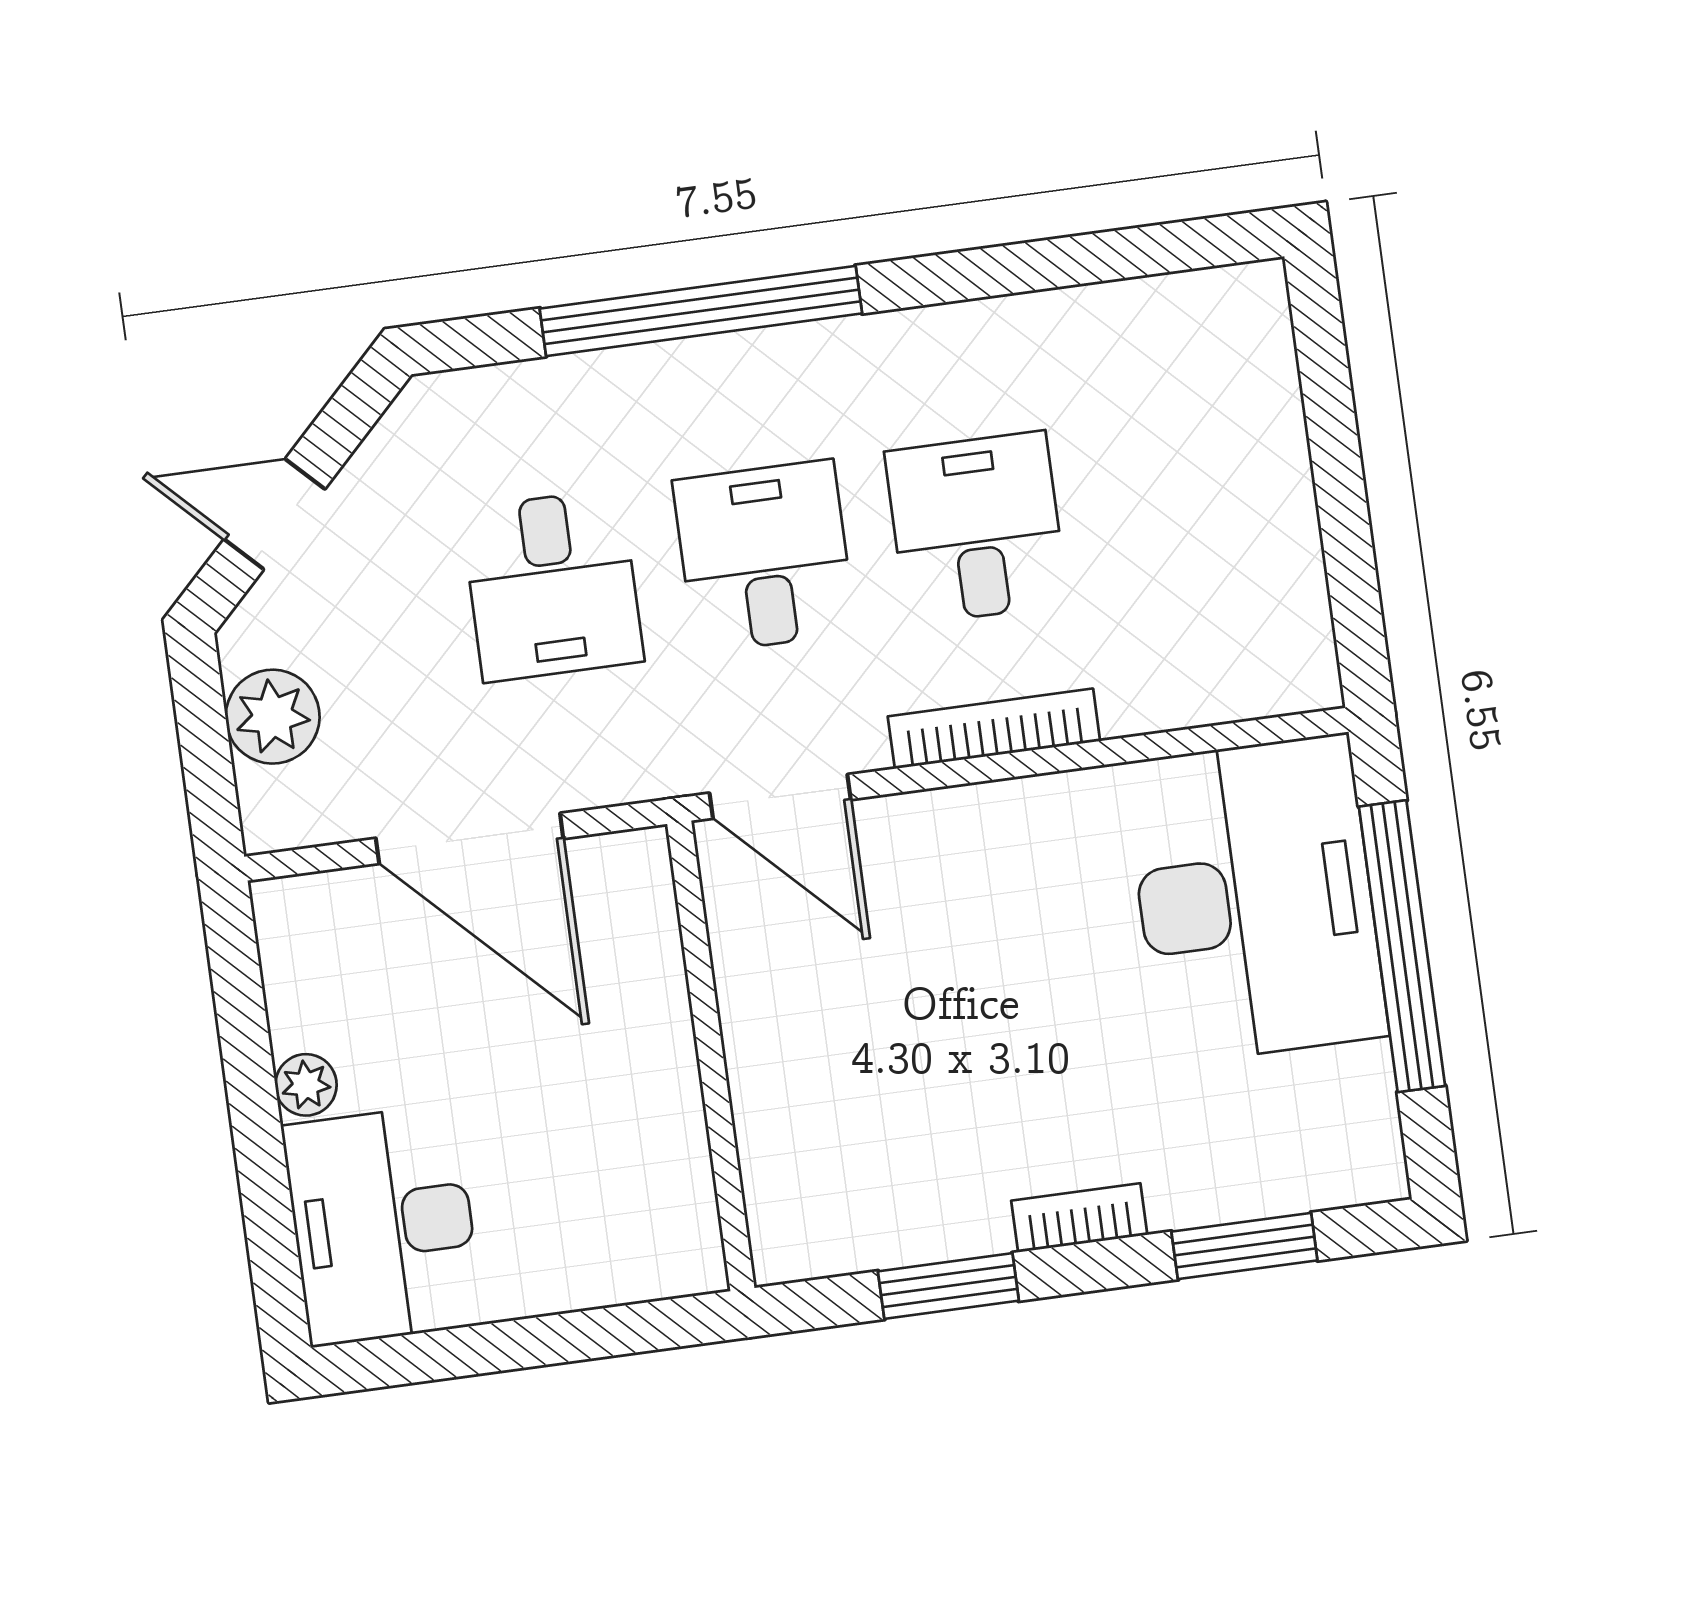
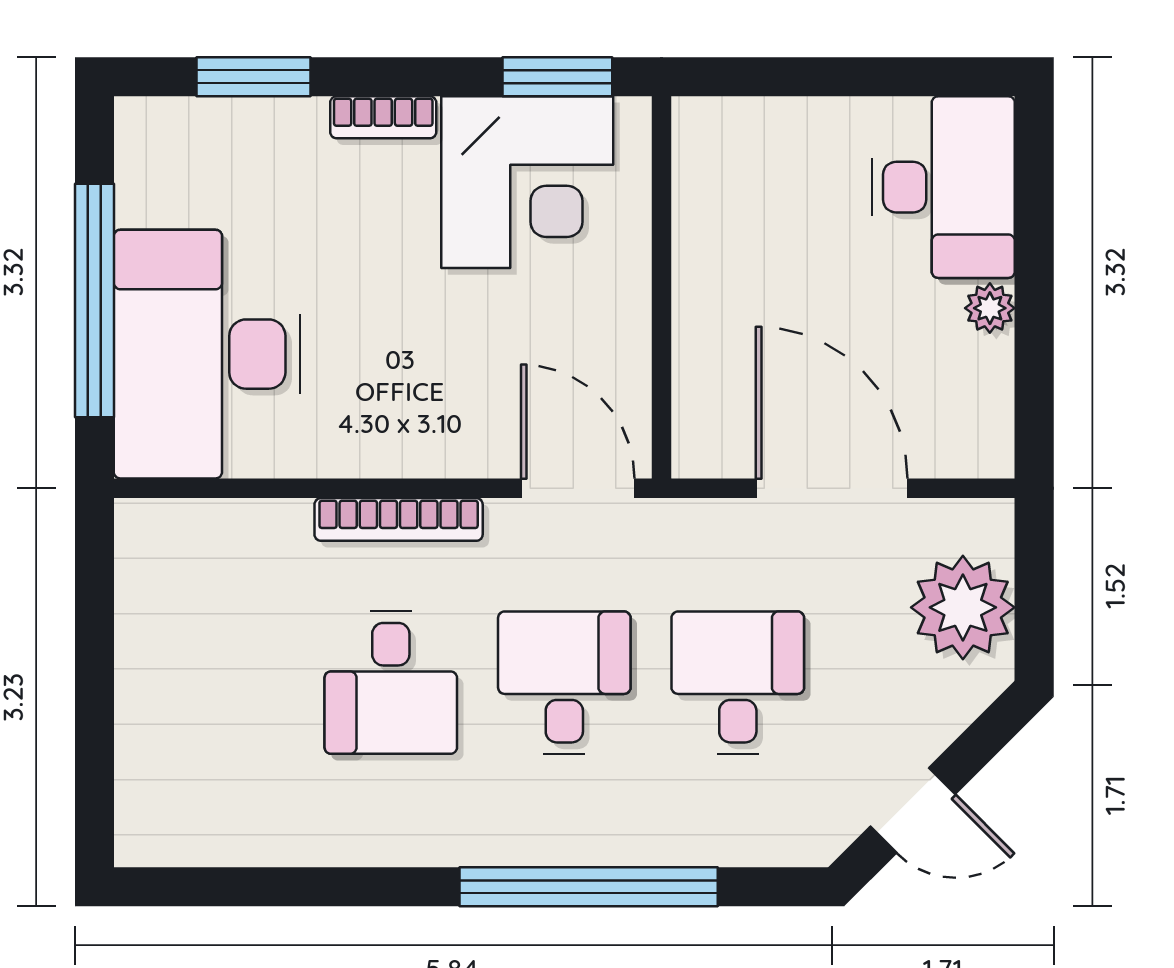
door: (275, 514) -> (913, 810), moved
desk: (764, 557) -> (564, 683), turned 180
plant: (273, 717) -> (963, 607), width x1.36, depth x1.36
corner desk: (892, 1162) -> (527, 182), added
window: (948, 1286) -> (557, 77), moved

